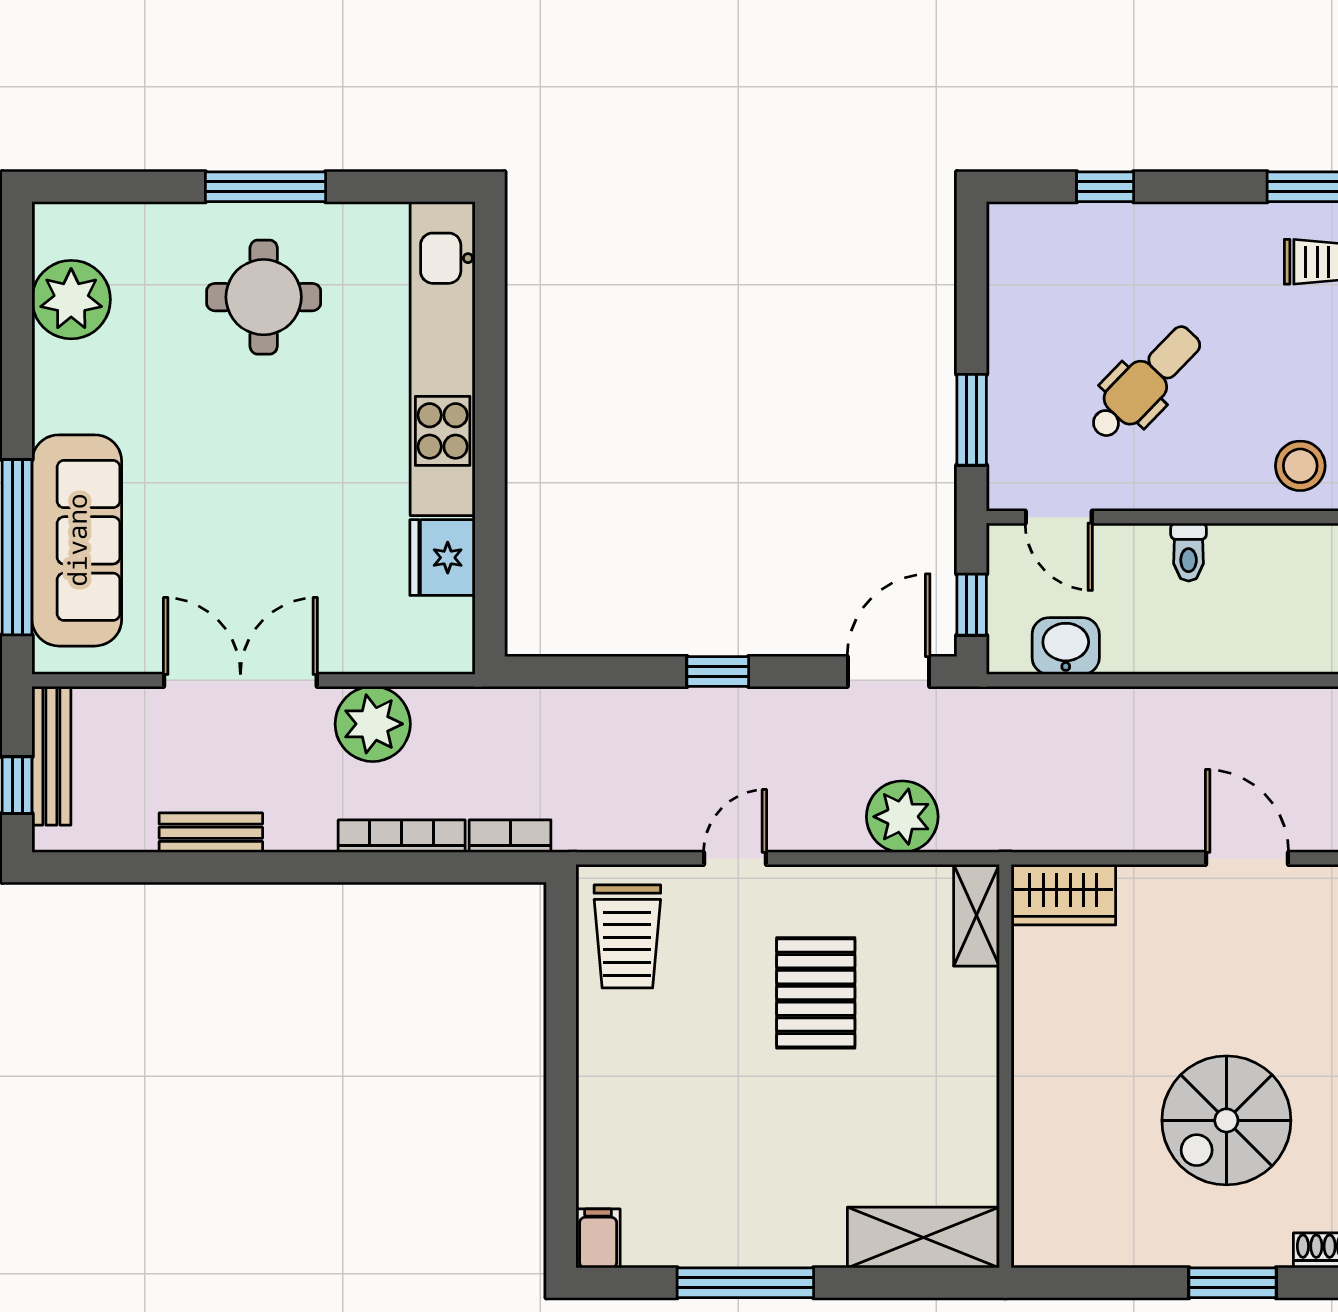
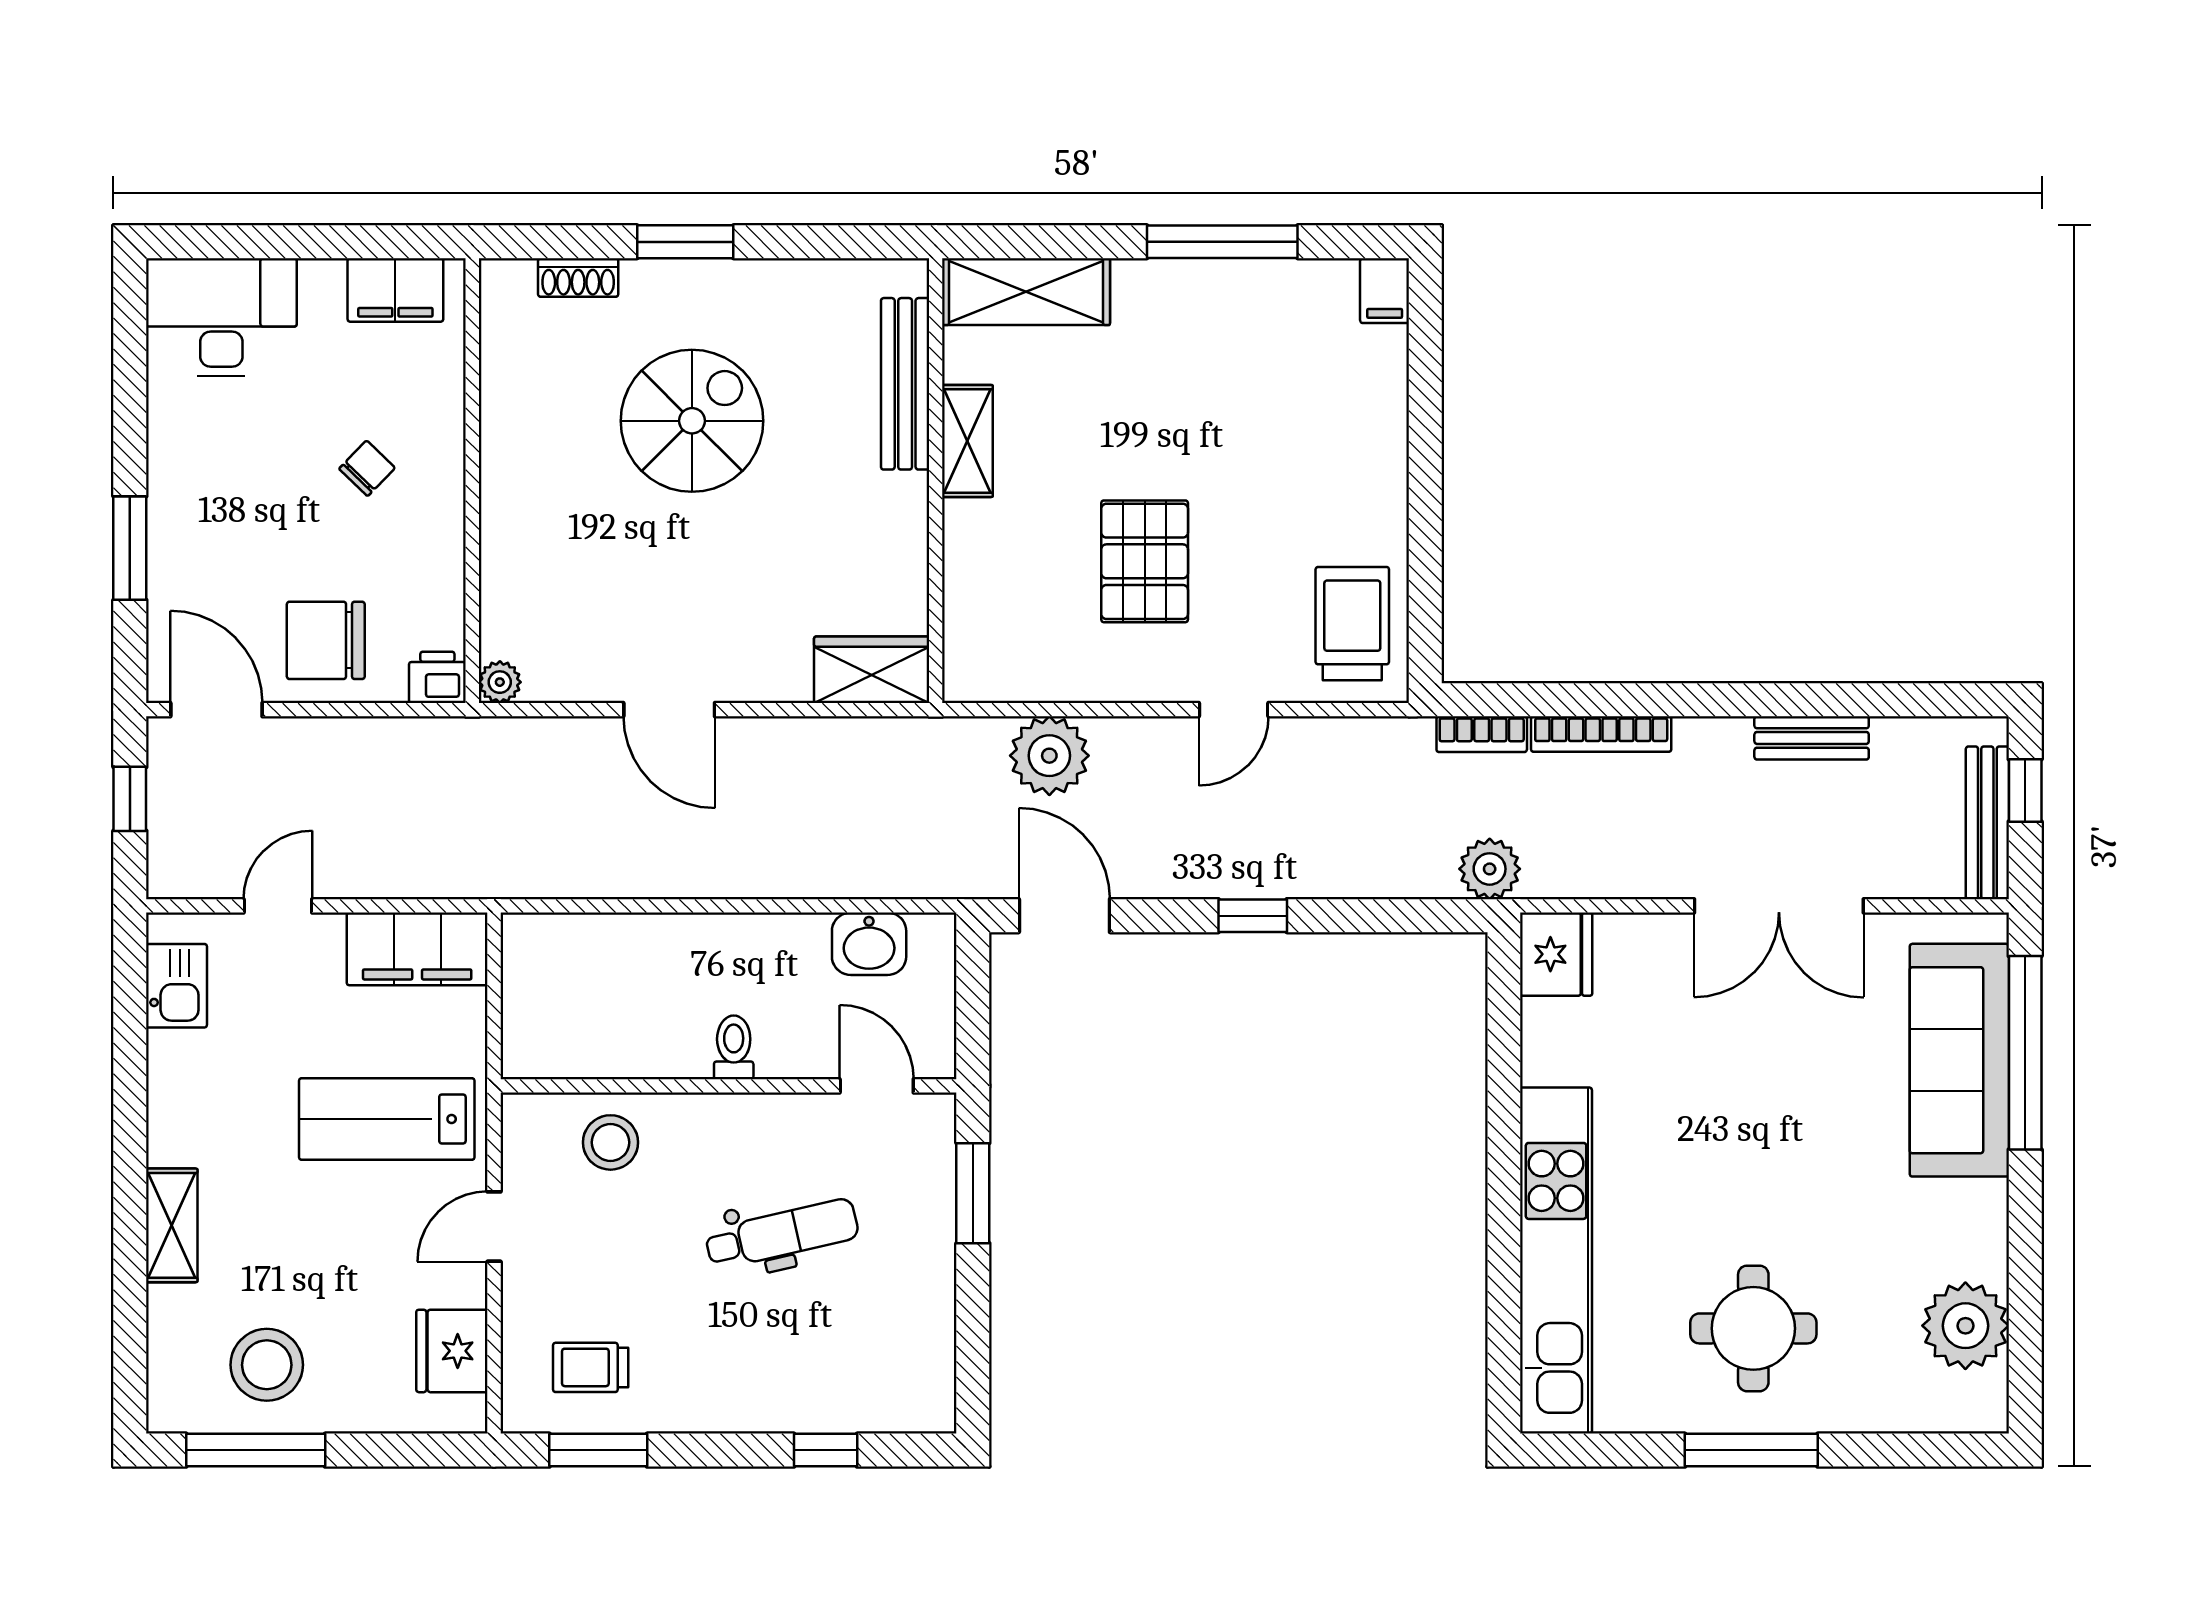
dental chair: (1145, 383) -> (782, 1234), turned -147
fridge: (442, 558) -> (1556, 954), moved
window: (972, 605) -> (973, 989), removed
door: (889, 671) -> (1064, 916), swing flipped
plant: (373, 724) -> (1490, 869), moved, width x0.73, depth x0.73
shelving: (976, 915) -> (967, 441), moved
bench: (1033, 1154) -> (905, 384), added

